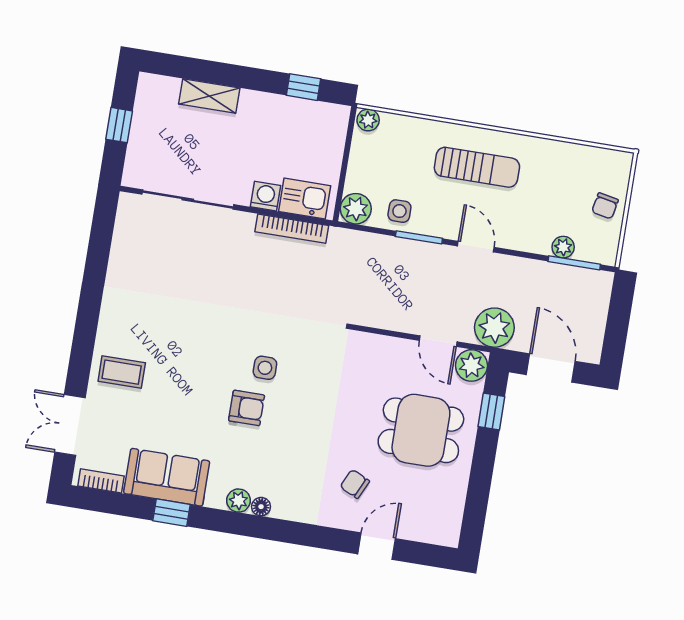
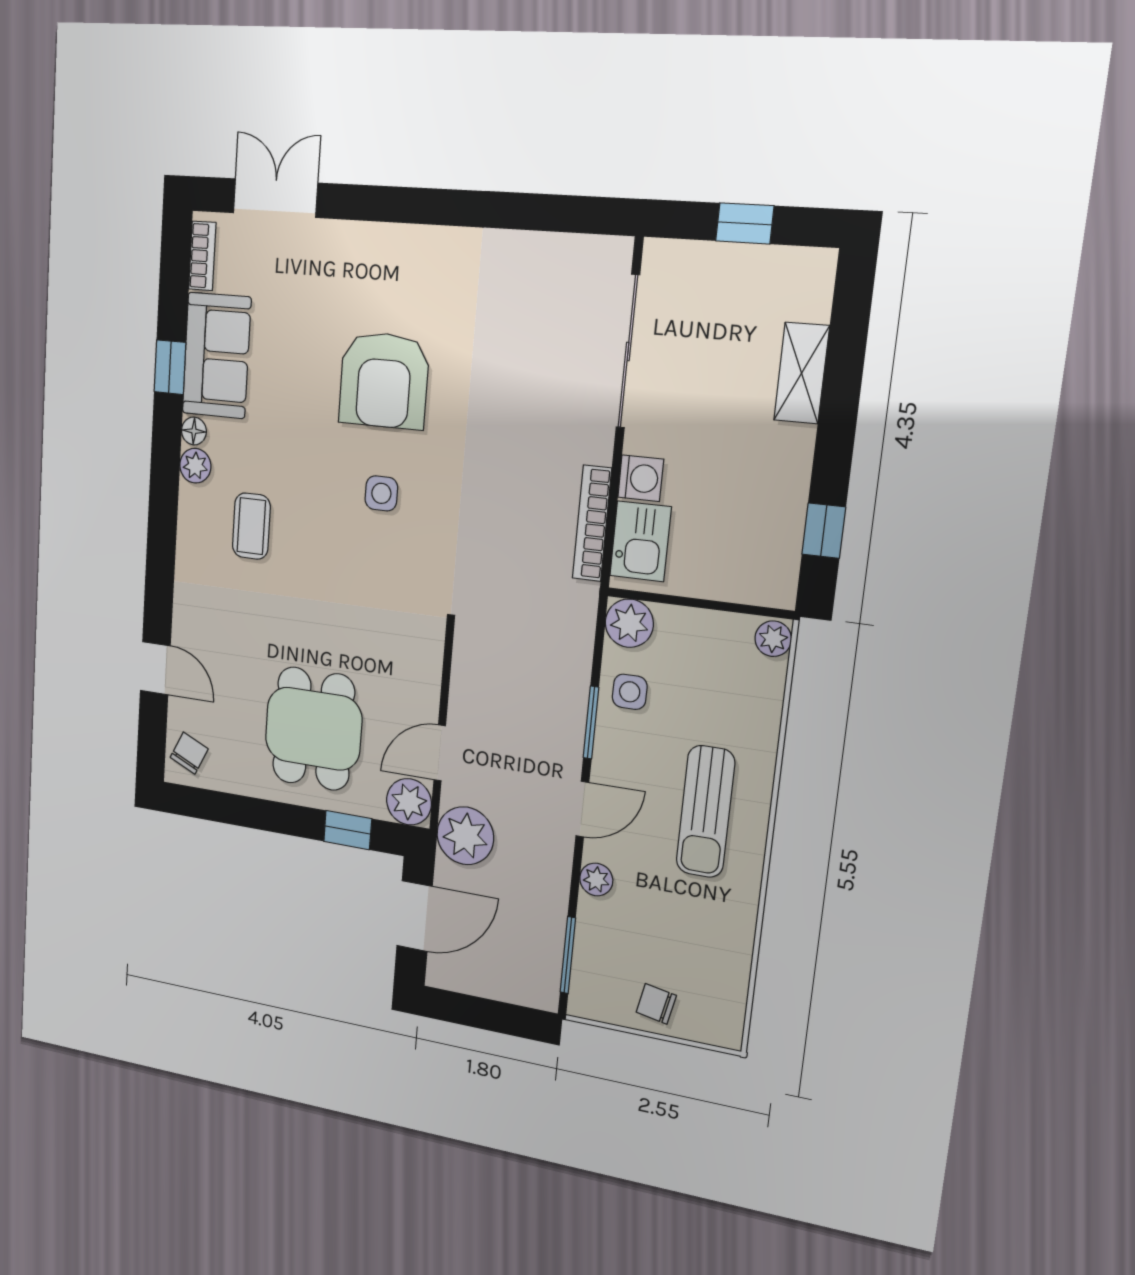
plant: (563, 247) -> (596, 879), moved
coffee table: (122, 372) -> (251, 526), moved
armchair: (247, 408) -> (384, 380), moved, width x1.88, depth x1.88
chair: (355, 484) -> (189, 753), moved
floor lamp: (261, 507) -> (194, 431), moved

